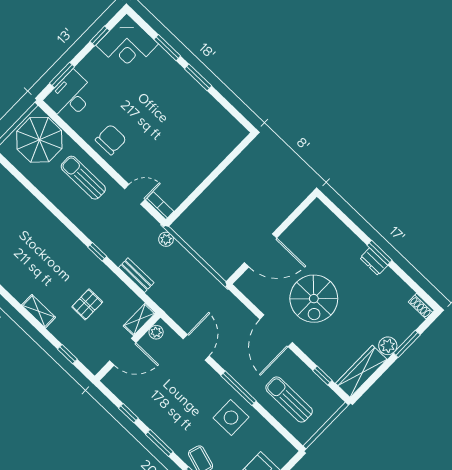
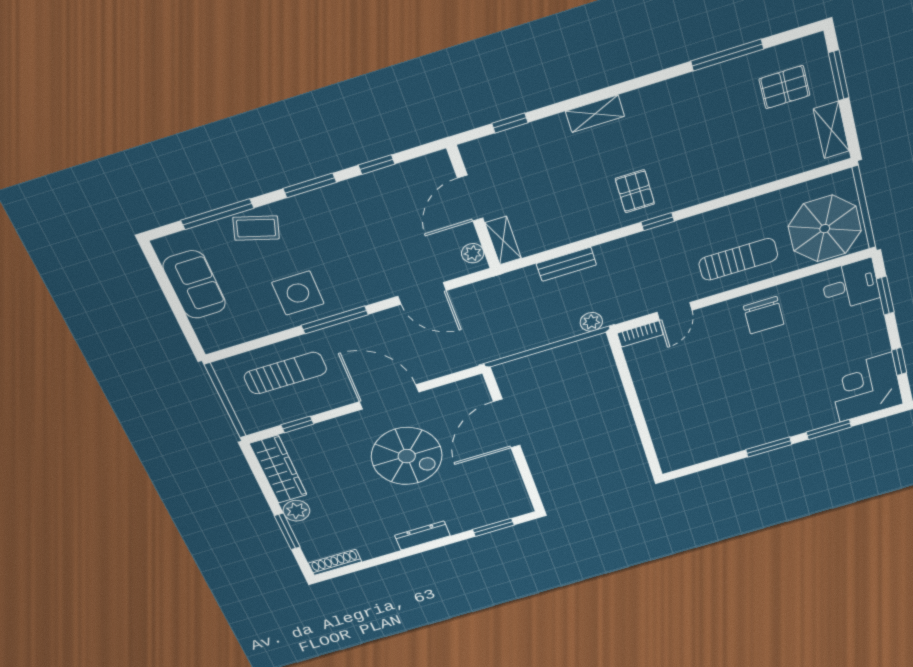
desk: (70, 96) -> (850, 285), width x0.73
window: (97, 252) -> (658, 222), moved
window: (380, 253) -> (493, 527), moved
dresser: (374, 262) -> (422, 536), width x1.44
spiral stairs: (314, 299) -> (407, 456), turned 180
pallet: (87, 304) -> (635, 191), moved
shoe rack: (421, 306) -> (335, 562), width x1.43

